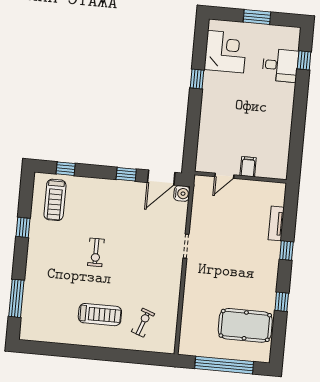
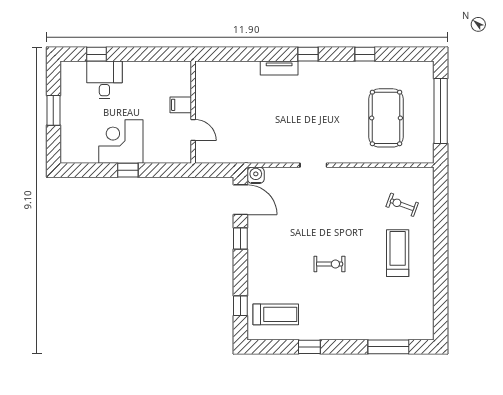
corner desk: (226, 52) -> (121, 141), moved
filing cabinet: (248, 167) -> (181, 105), moved
door: (224, 176) -> (193, 130), moved
wall: (241, 177) -> (193, 112), moved
pool table: (245, 325) -> (386, 118), moved

